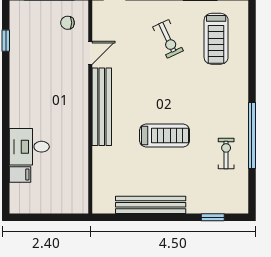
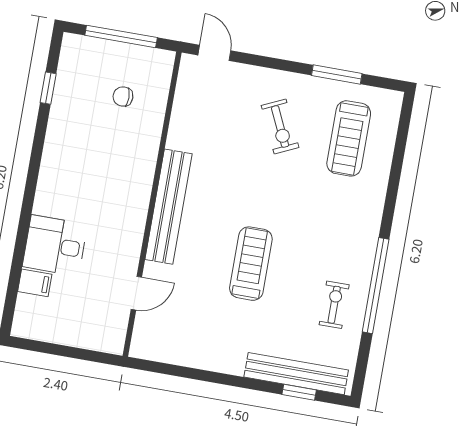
chair: (67, 23) -> (123, 96), moved
door: (90, 53) -> (136, 293), moved
treadmill: (165, 135) -> (251, 264), turned -90
bench: (151, 205) -> (296, 374), moved

